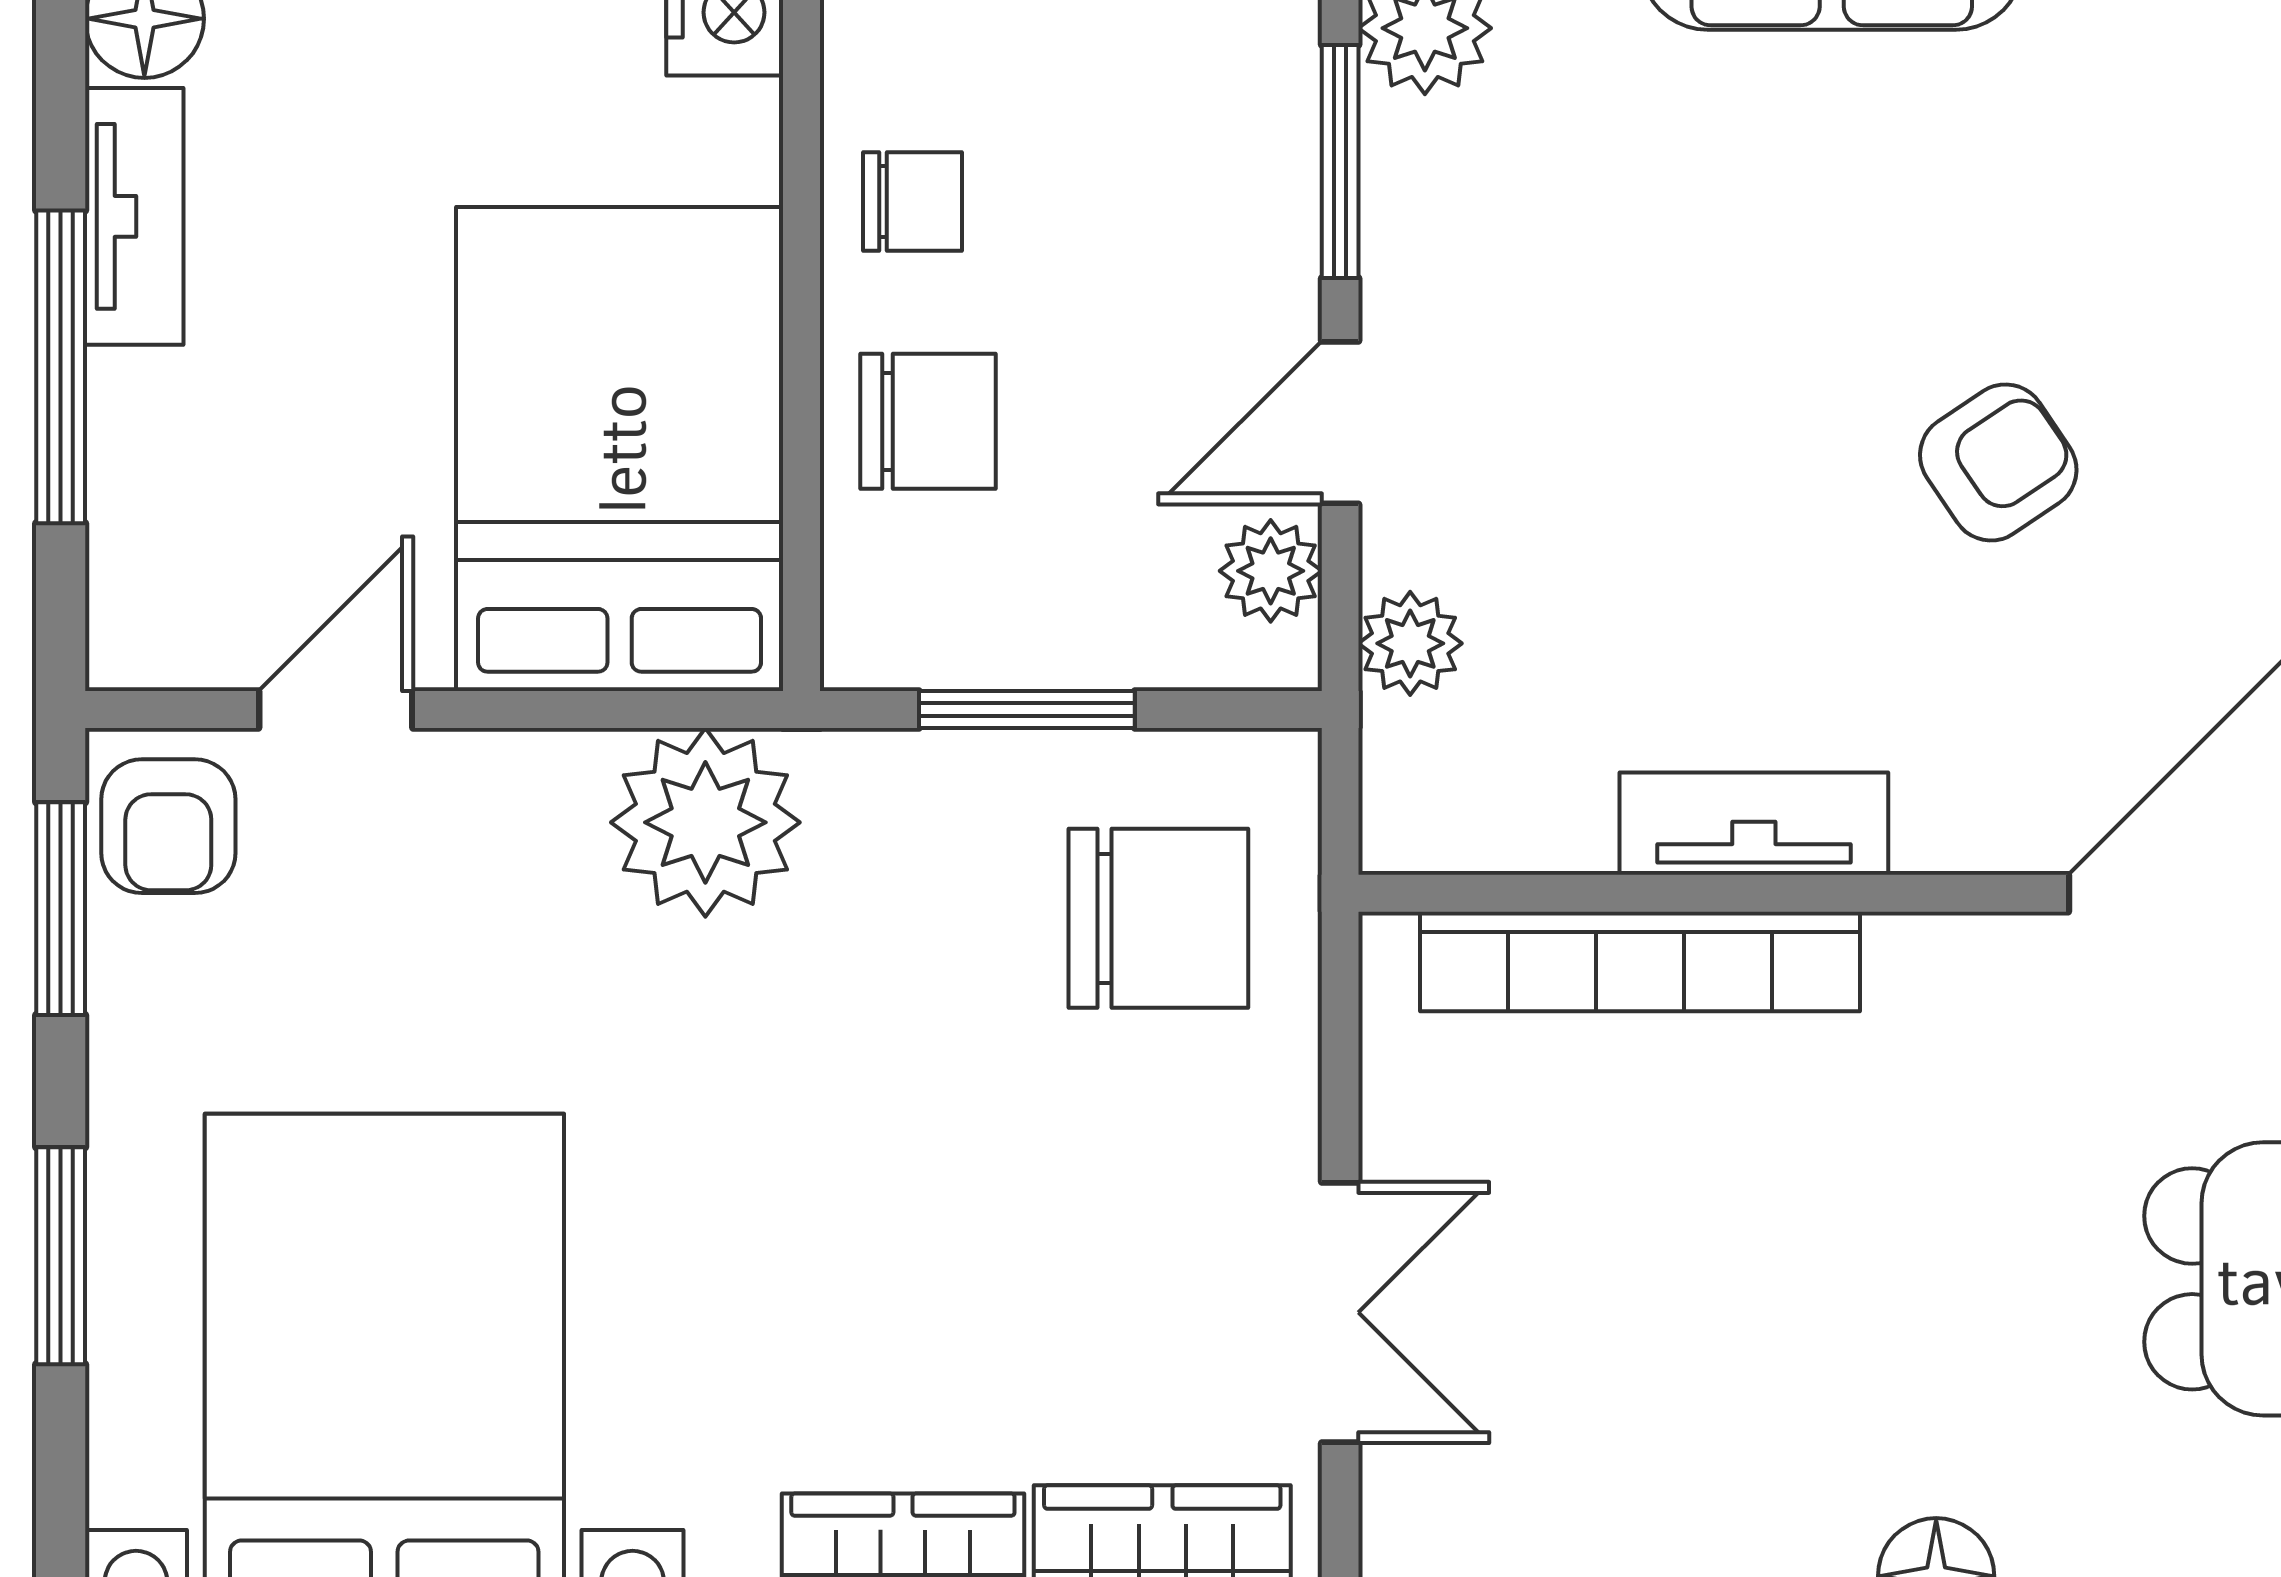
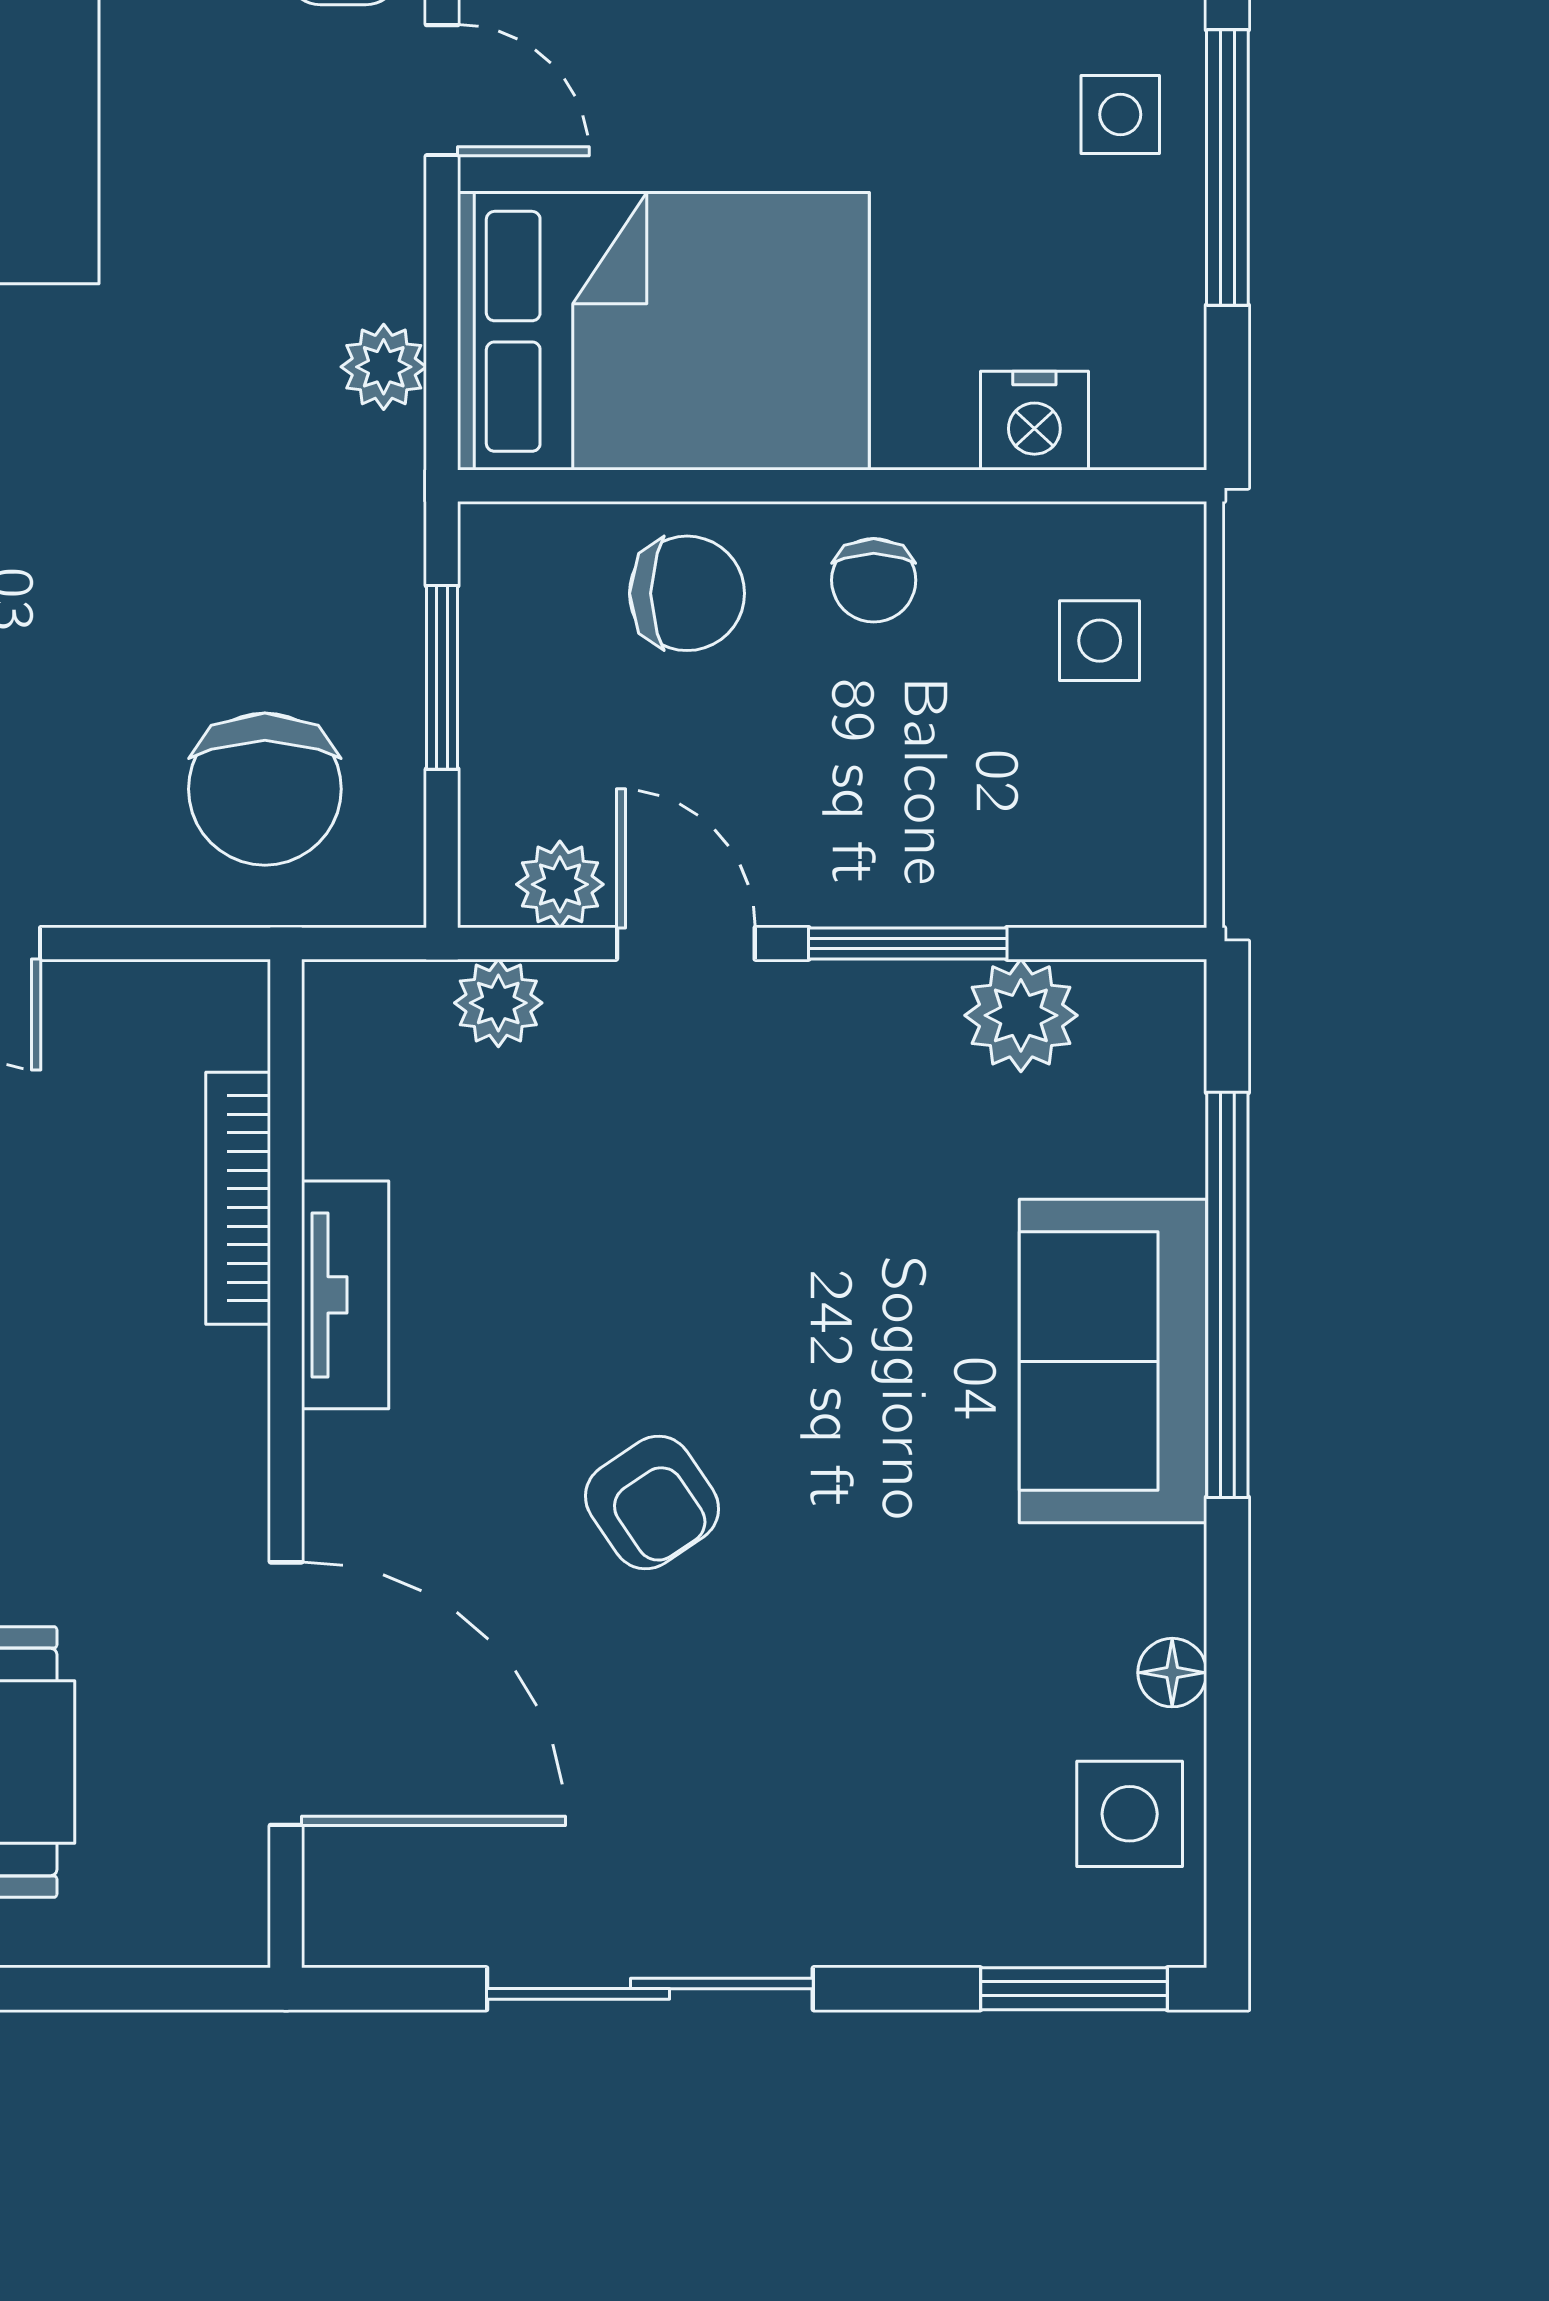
chair: (928, 421) -> (687, 593), turned -90
plant: (705, 822) -> (384, 367), width x0.53, depth x0.53
bookcase: (1640, 961) -> (238, 1198), width x0.68, depth x0.76

